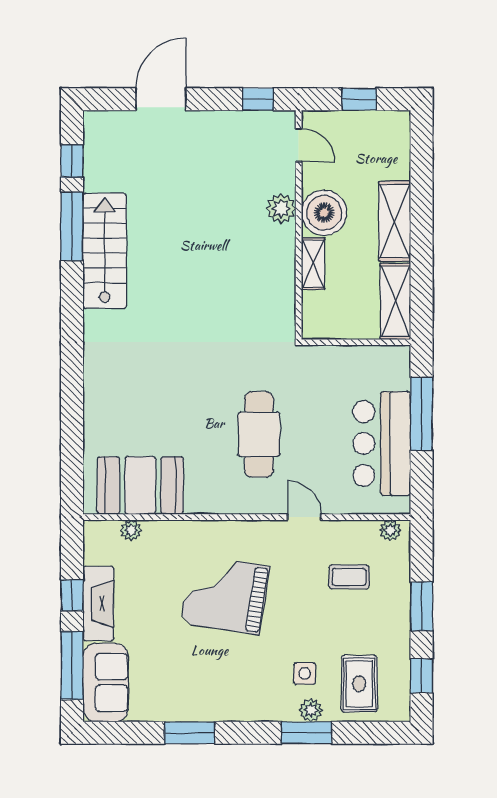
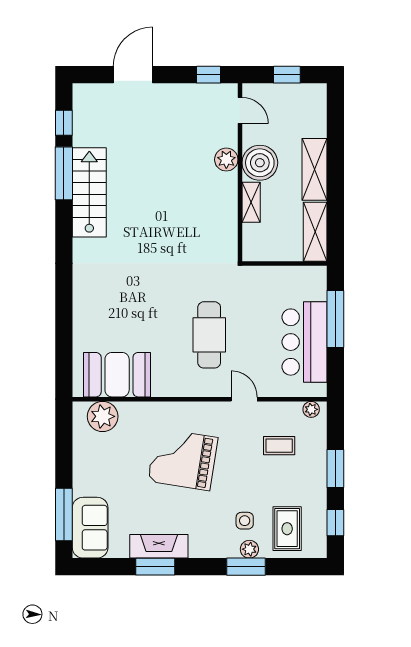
plant: (131, 530) -> (103, 416), width x1.88, depth x1.88
window: (72, 595) -> (64, 460), removed
fireplace: (98, 604) -> (159, 546), moved, turned -90

